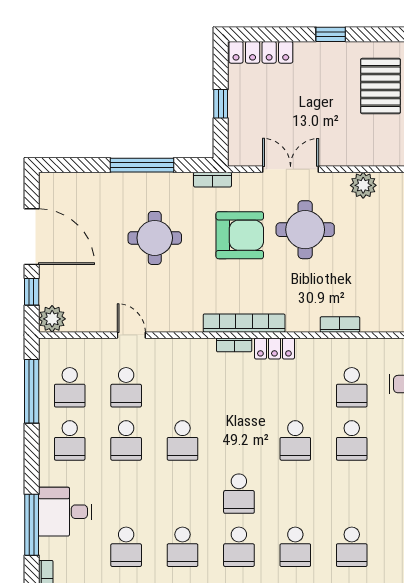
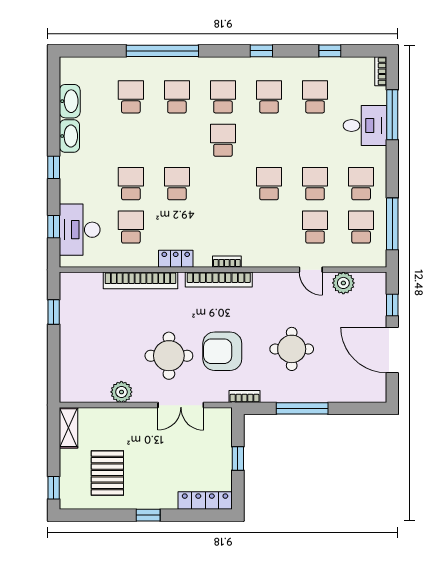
plant: (52, 319) -> (343, 283), moved
bookcase: (340, 324) -> (140, 280), width x2.31, depth x1.31
locker: (274, 349) -> (176, 259), moved

